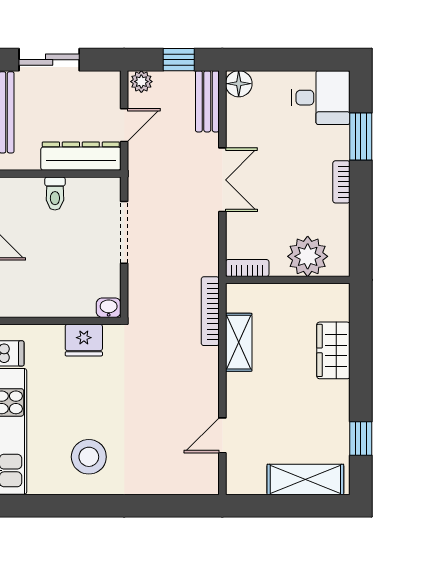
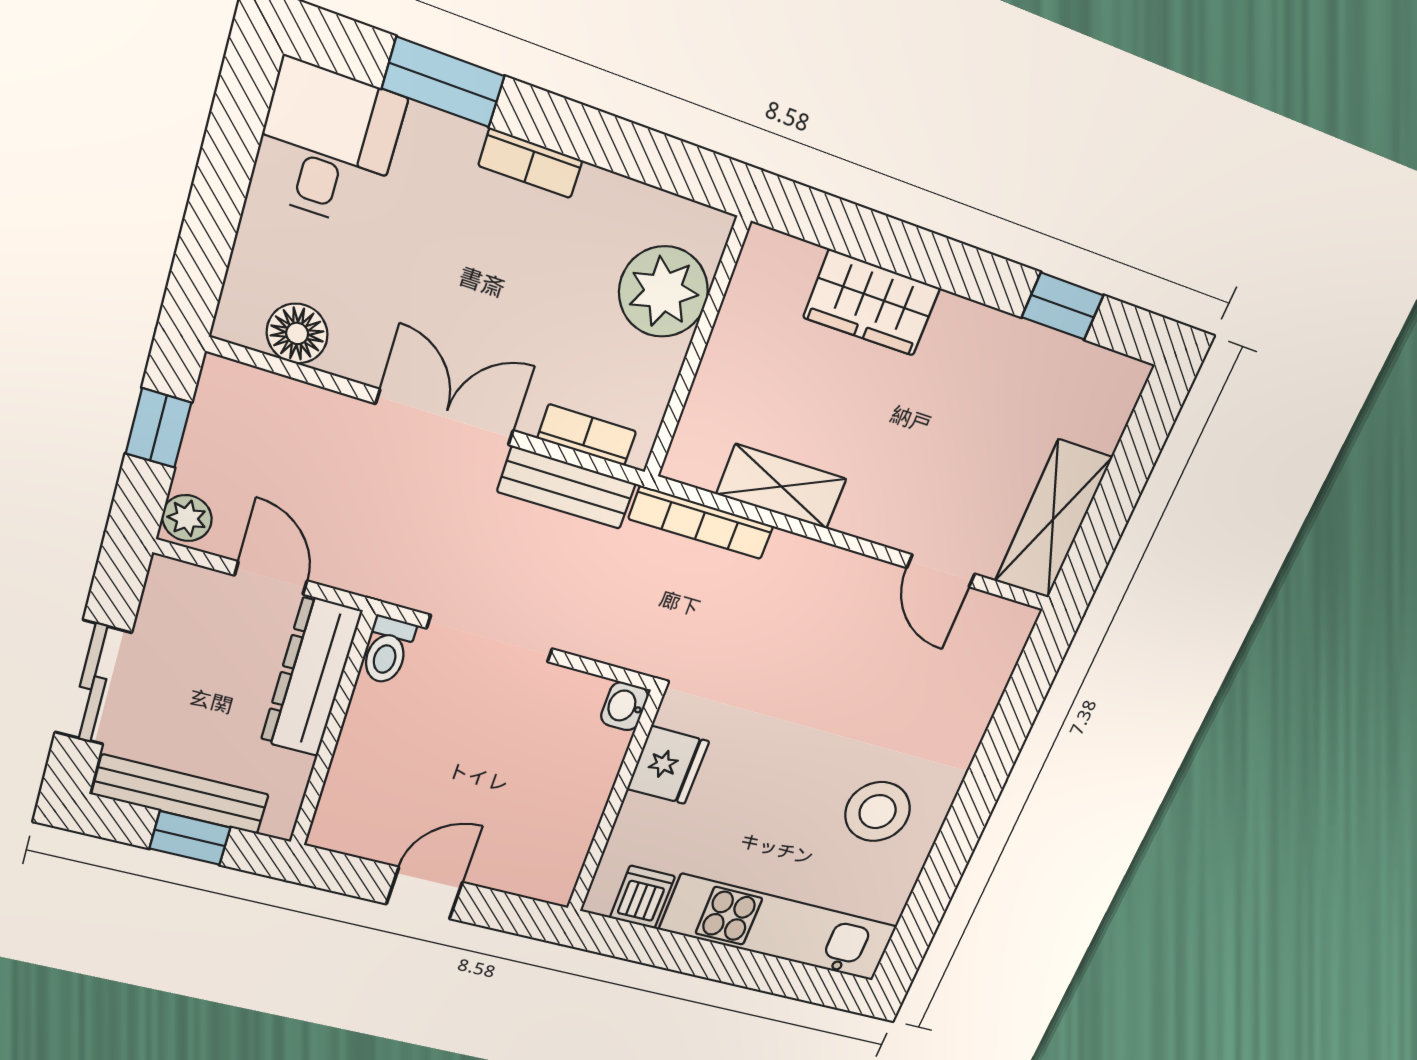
floor lamp: (239, 84) -> (297, 333), moved
bench: (207, 101) -> (567, 488), moved
toilet: (55, 193) -> (387, 650), moved, turned 90
bookcase: (247, 268) -> (587, 435), moved, turned 90
shelving: (305, 480) -> (1053, 520), moved

